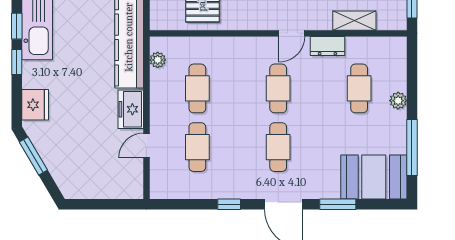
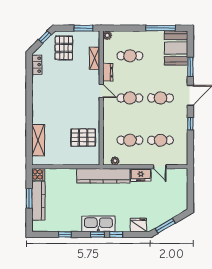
plant: (398, 101) -> (107, 35), moved

